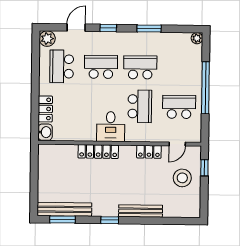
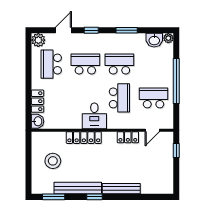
washbasin: (181, 40) -> (154, 40), added
stool: (182, 178) -> (53, 161), moved
bench: (64, 209) -> (78, 188), moved

